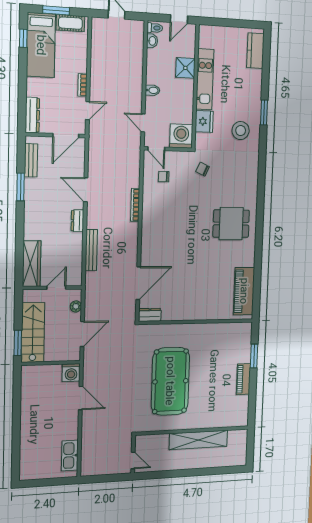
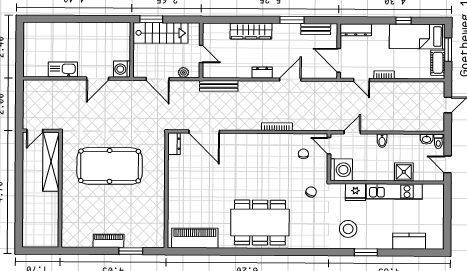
window: (23, 38) -> (403, 21), moved
kitchen counter: (255, 51) -> (409, 241), moved
door: (156, 149) -> (329, 146), hinge flipped
dining table: (231, 224) -> (260, 223), width x1.88, depth x1.24
bench: (91, 250) -> (219, 86), moved
wardrobe: (32, 264) -> (251, 31), moved
shelving: (198, 440) -> (51, 162), moved
kitchen sink: (70, 456) -> (63, 69), moved

